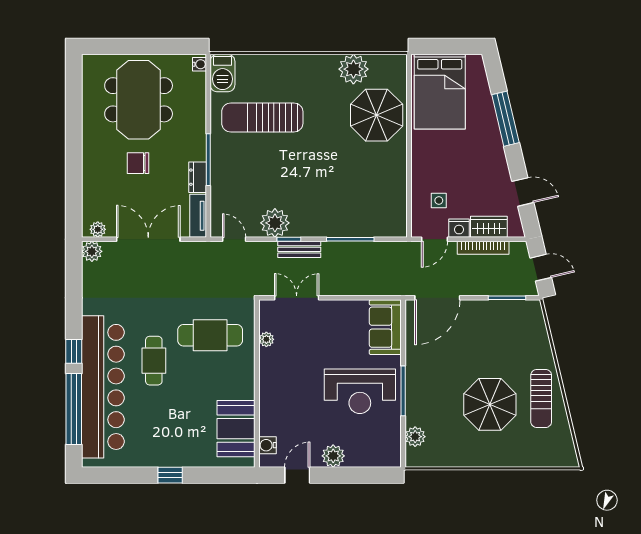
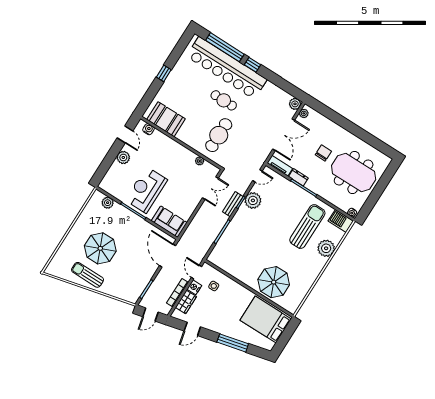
plant: (353, 69) -> (326, 248), moved

